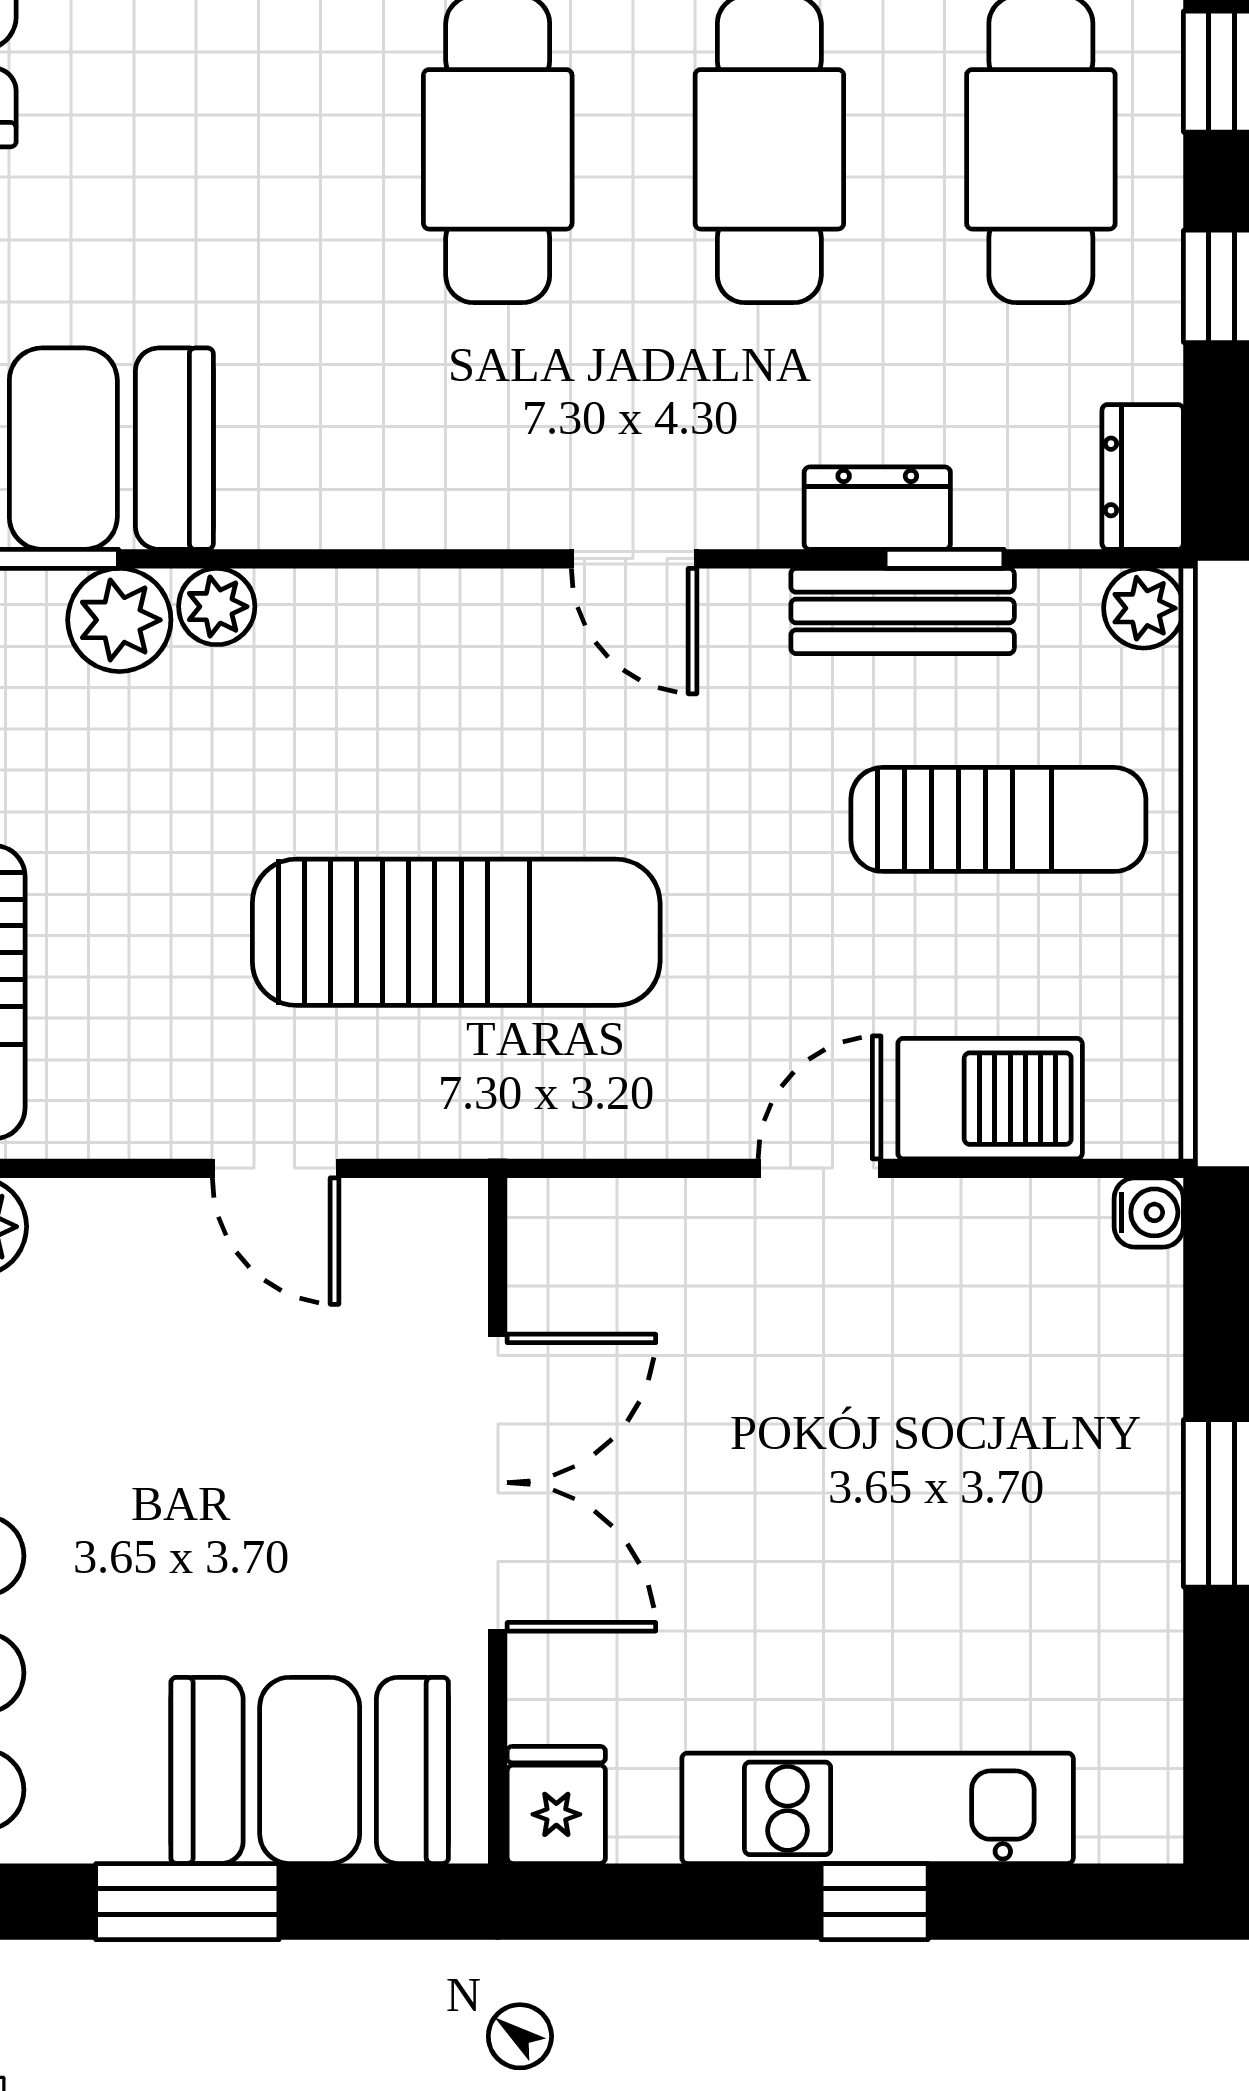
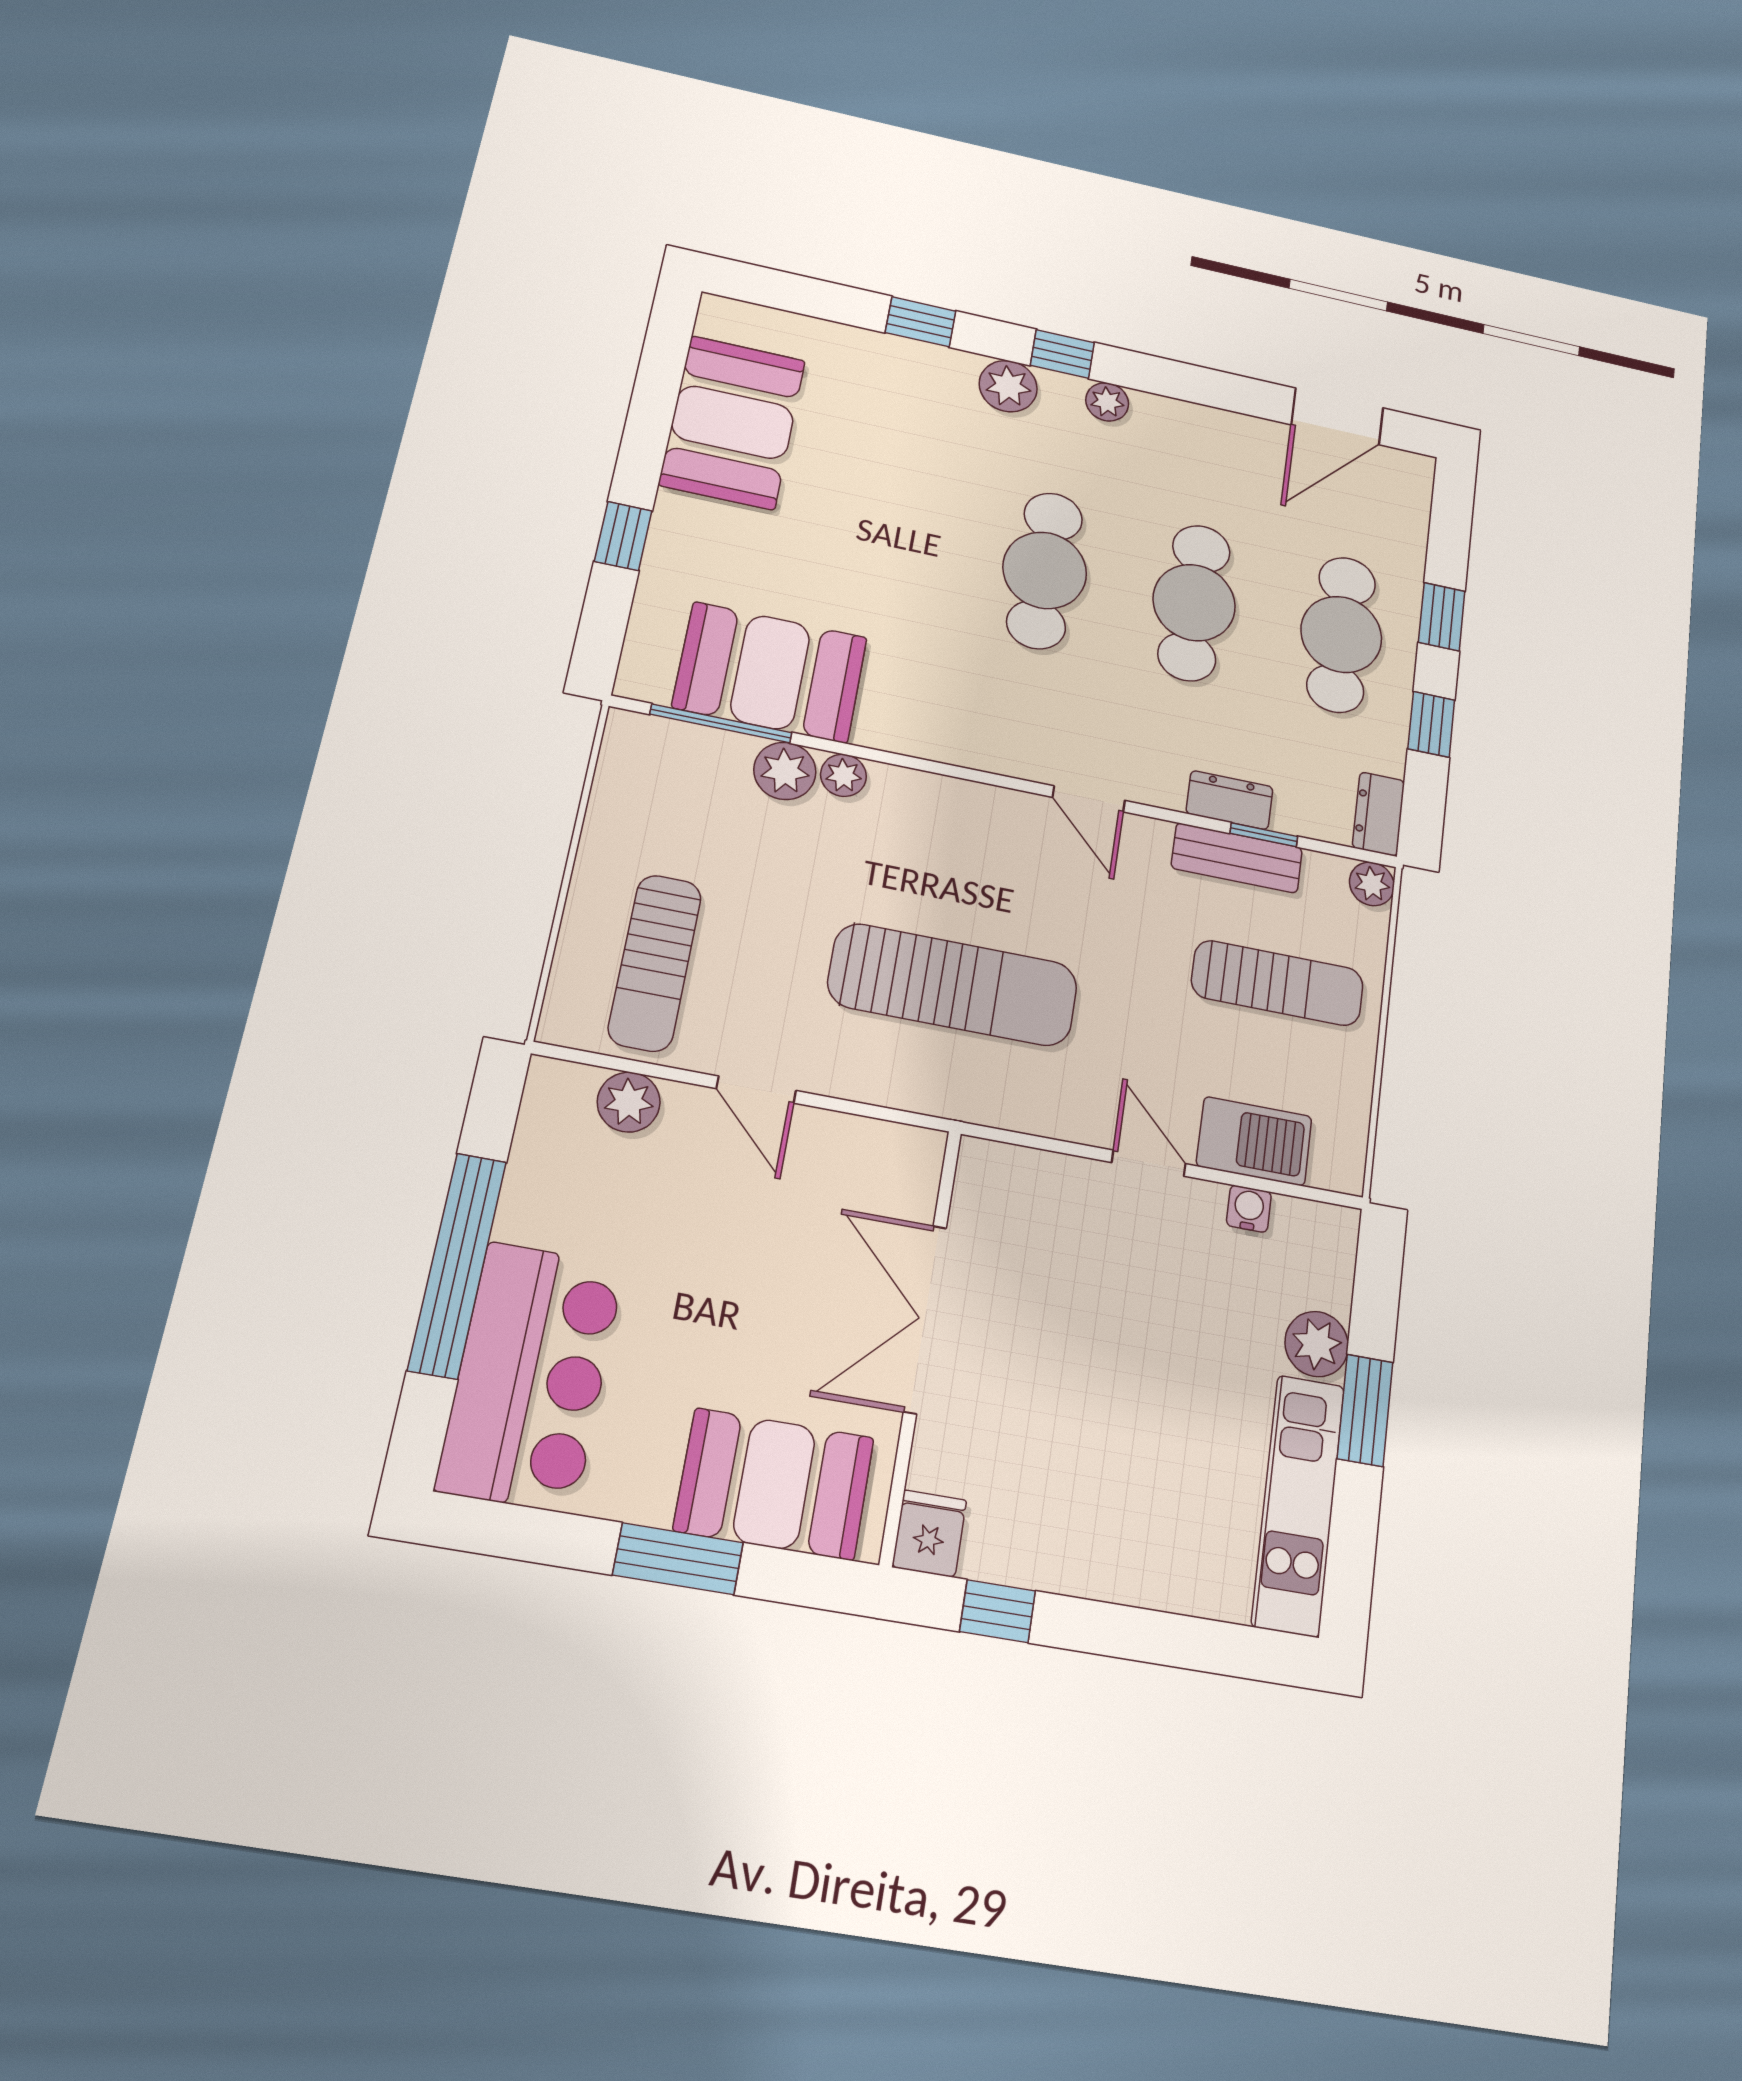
door: (276, 1168) -> (756, 1090), moved
door: (819, 1168) -> (1149, 1163), hinge flipped
water cooler: (1149, 1212) -> (1249, 1209), moved, turned -90
plant: (1131, 1412) -> (1317, 1344), added
double door: (498, 1483) -> (925, 1319), swing flipped
kitchen unit: (878, 1808) -> (1298, 1505), moved, turned -90
window: (875, 1902) -> (998, 1611), moved

